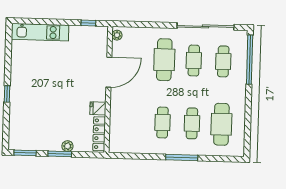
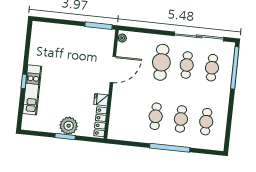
window: (88, 23) -> (99, 26), width x2.17
kitchen unit: (40, 32) -> (32, 90), moved, turned -90
cafe table: (221, 124) -> (206, 122), width x0.73, depth x0.74
plant: (67, 146) -> (69, 126), width x1.87, depth x1.87
window: (25, 153) -> (35, 133), removed
window: (182, 158) -> (170, 148), width x1.46

